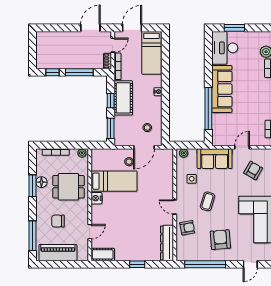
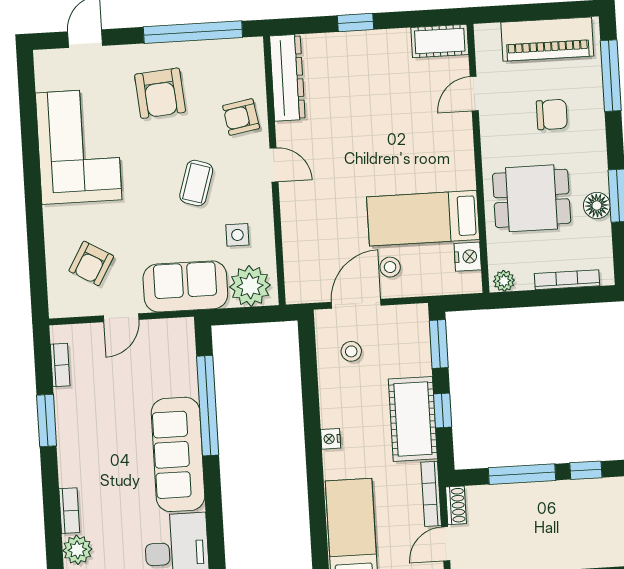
plant: (184, 153) -> (250, 286), width x1.88, depth x1.88
nightstand: (96, 198) -> (468, 257), moved

